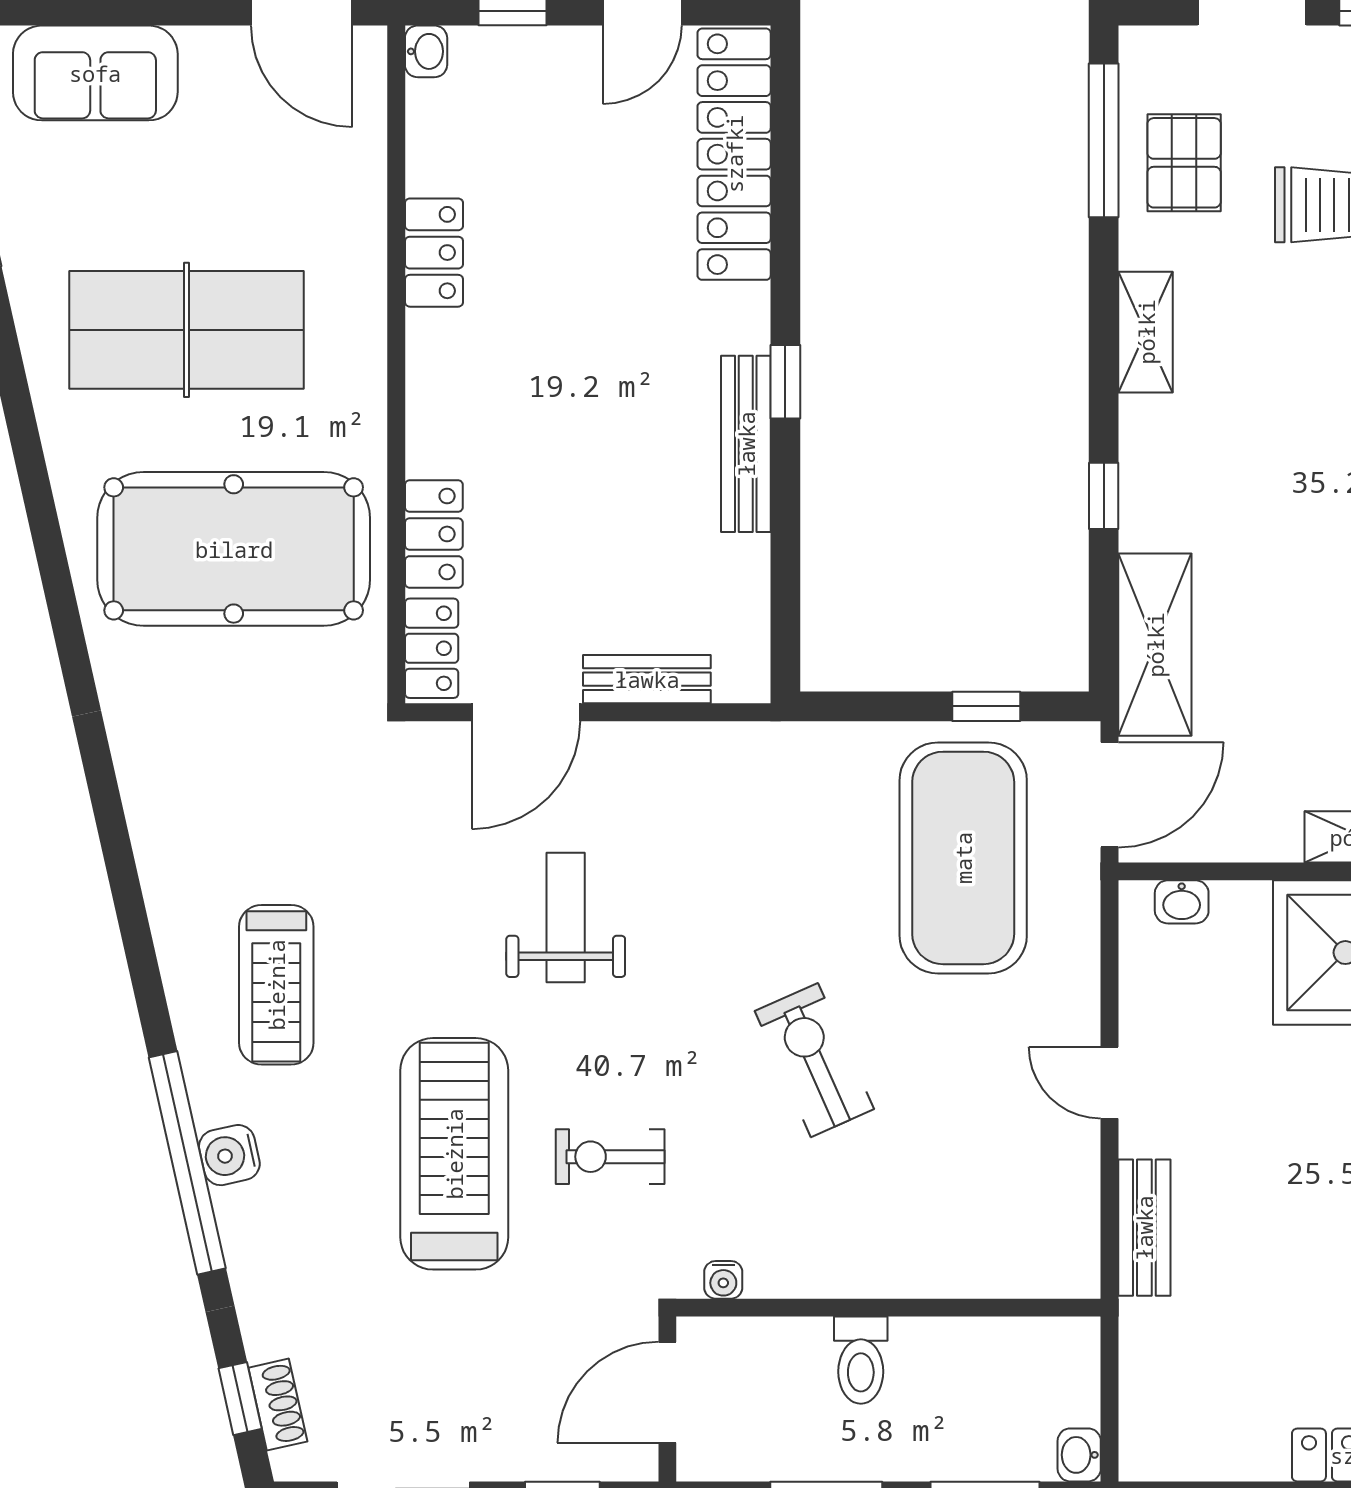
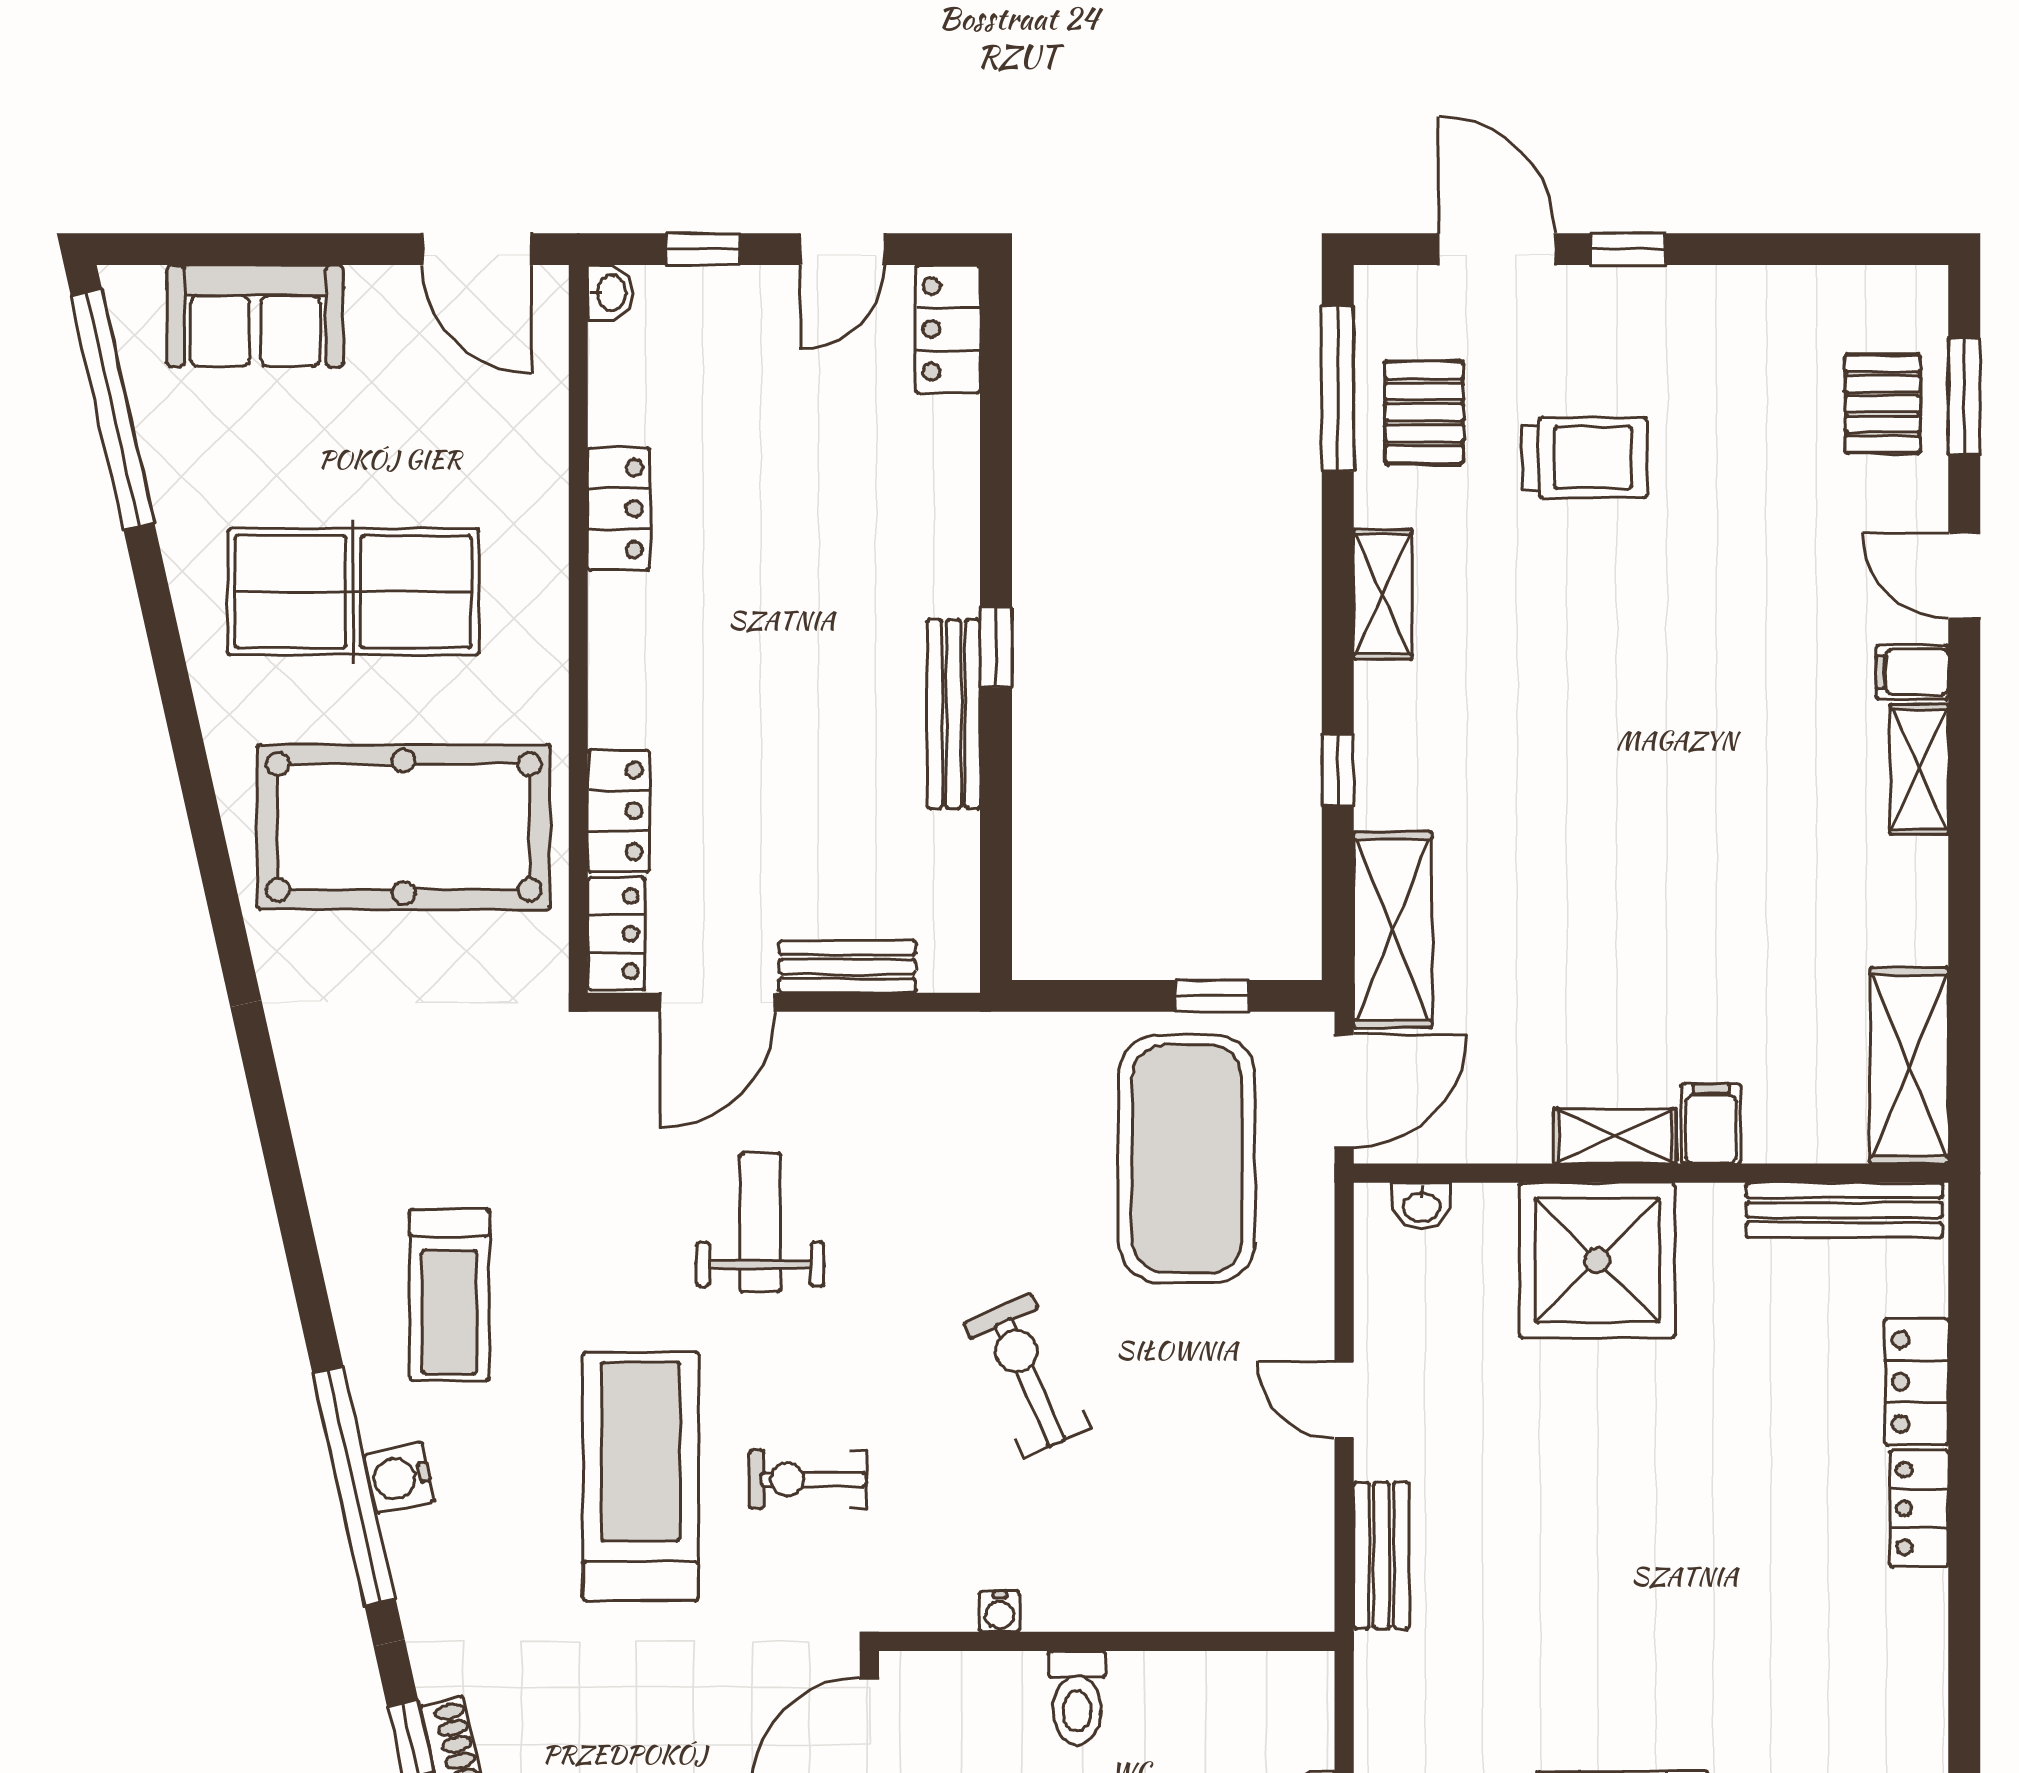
locker: (734, 154) -> (948, 329), width x0.46, depth x0.83
water cooler: (723, 1280) -> (1000, 1612), moved

